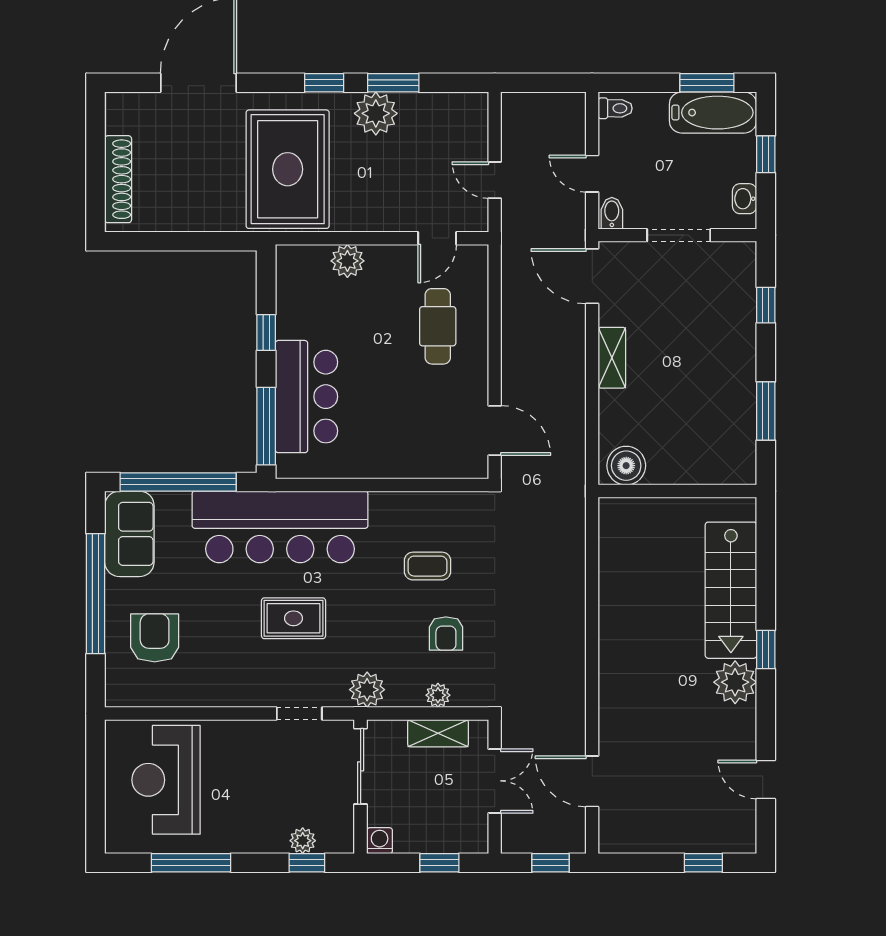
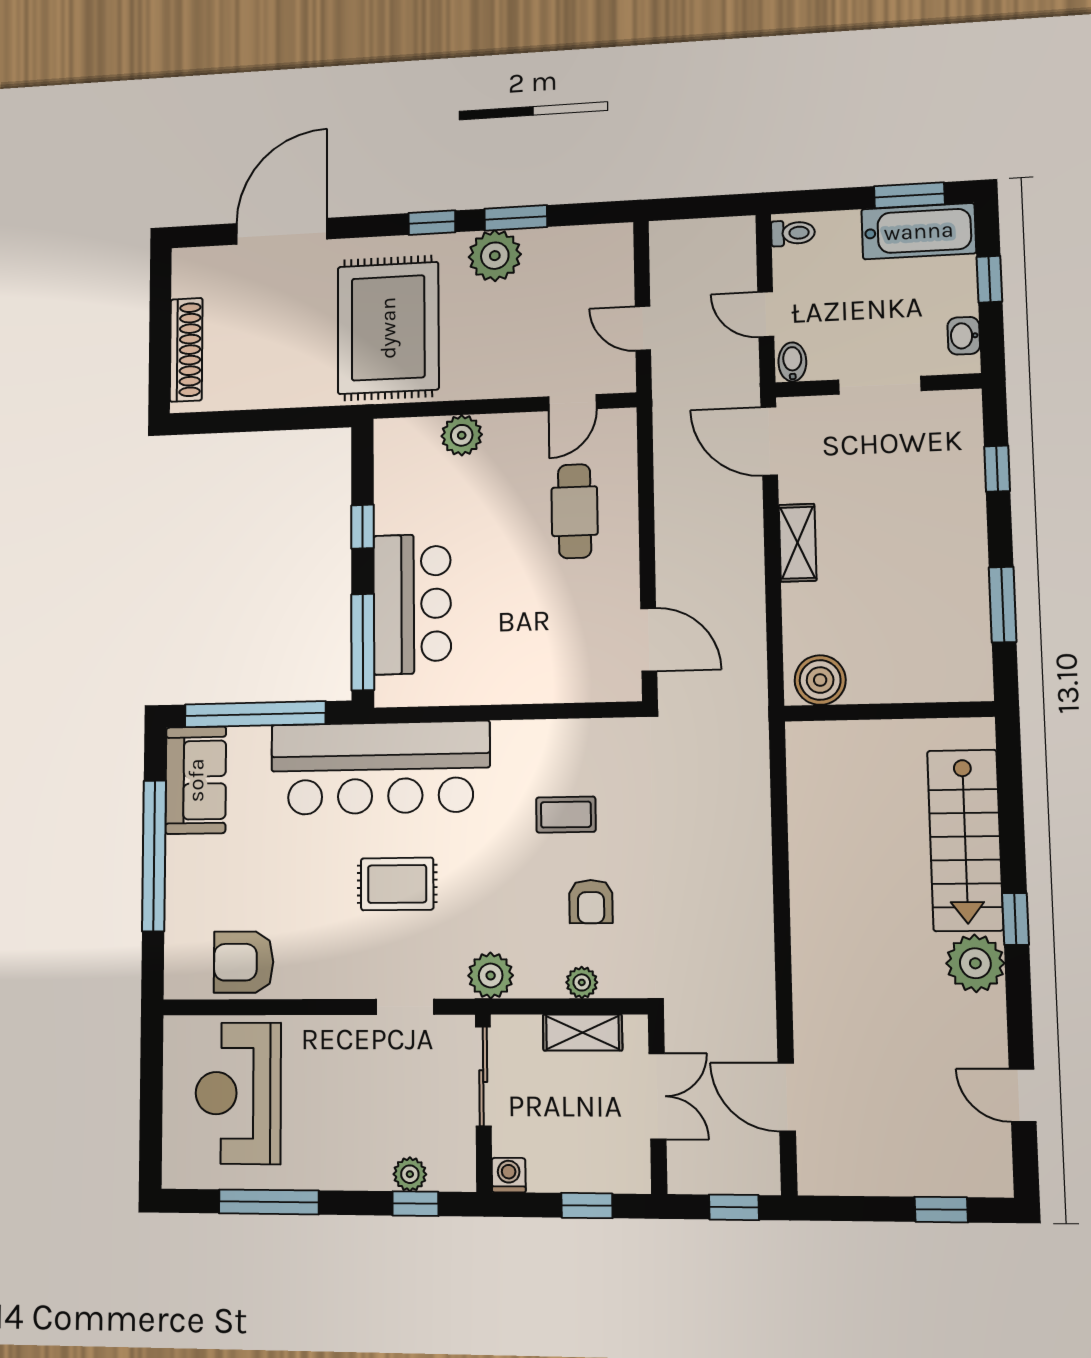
armchair: (155, 638) -> (244, 962), moved, turned -90

